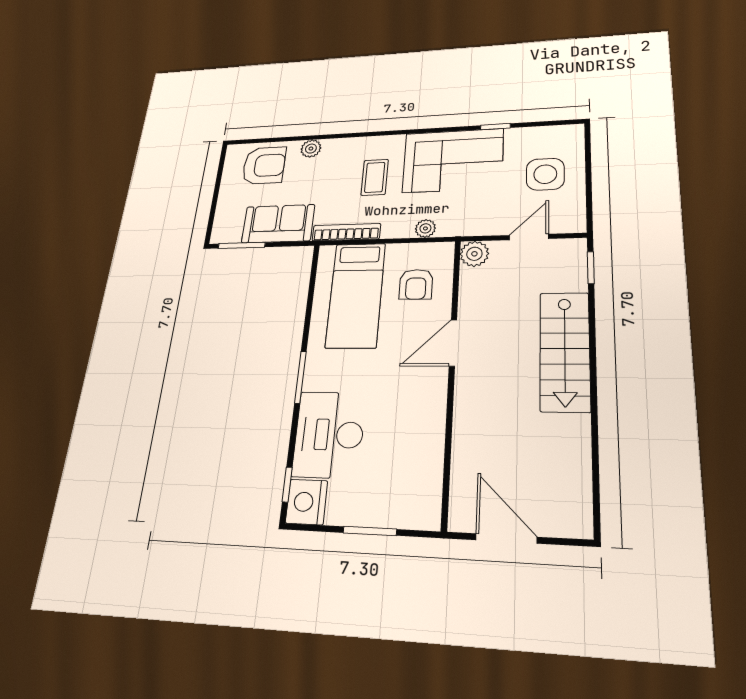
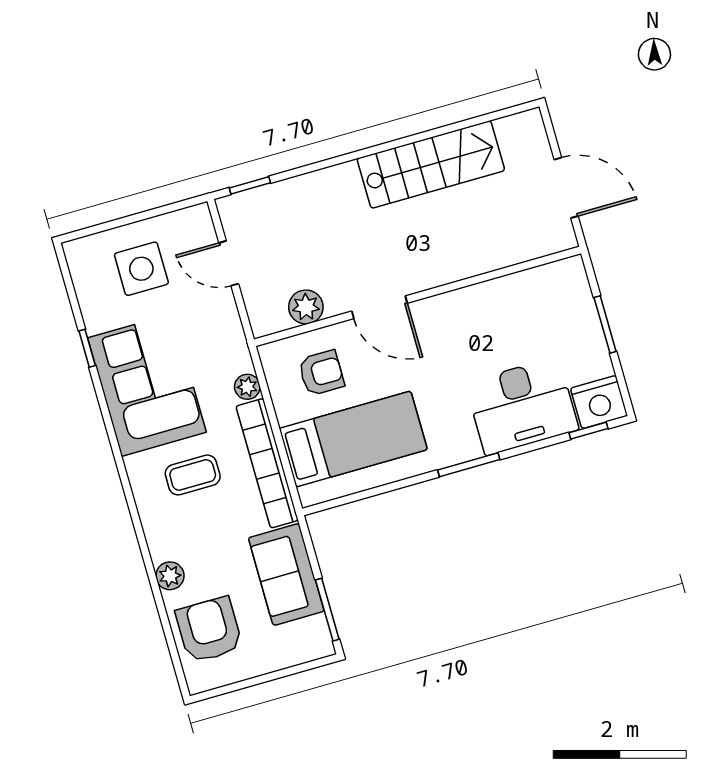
bookcase: (346, 232) -> (267, 463), width x1.48, depth x1.31
plant: (474, 254) -> (306, 307), moved
stairs: (565, 351) -> (431, 165), moved
door: (506, 538) -> (566, 188), swing flipped

